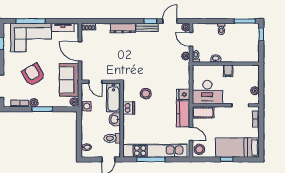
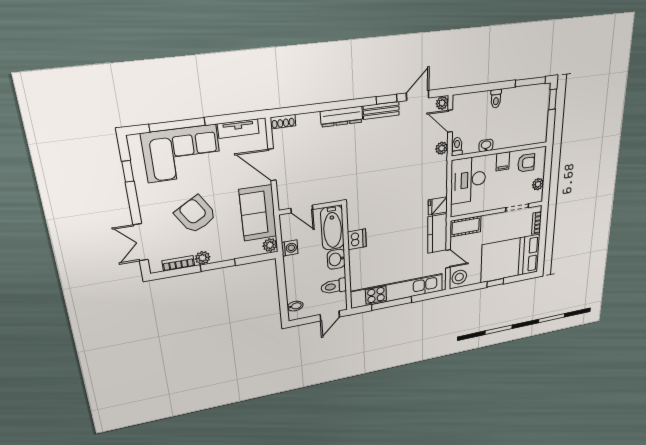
armchair: (245, 74) -> (526, 163), added
desk: (207, 92) -> (468, 180), moved, turned 90
stool: (146, 94) -> (382, 214), removed
bed: (237, 147) -> (510, 258), width x1.50

